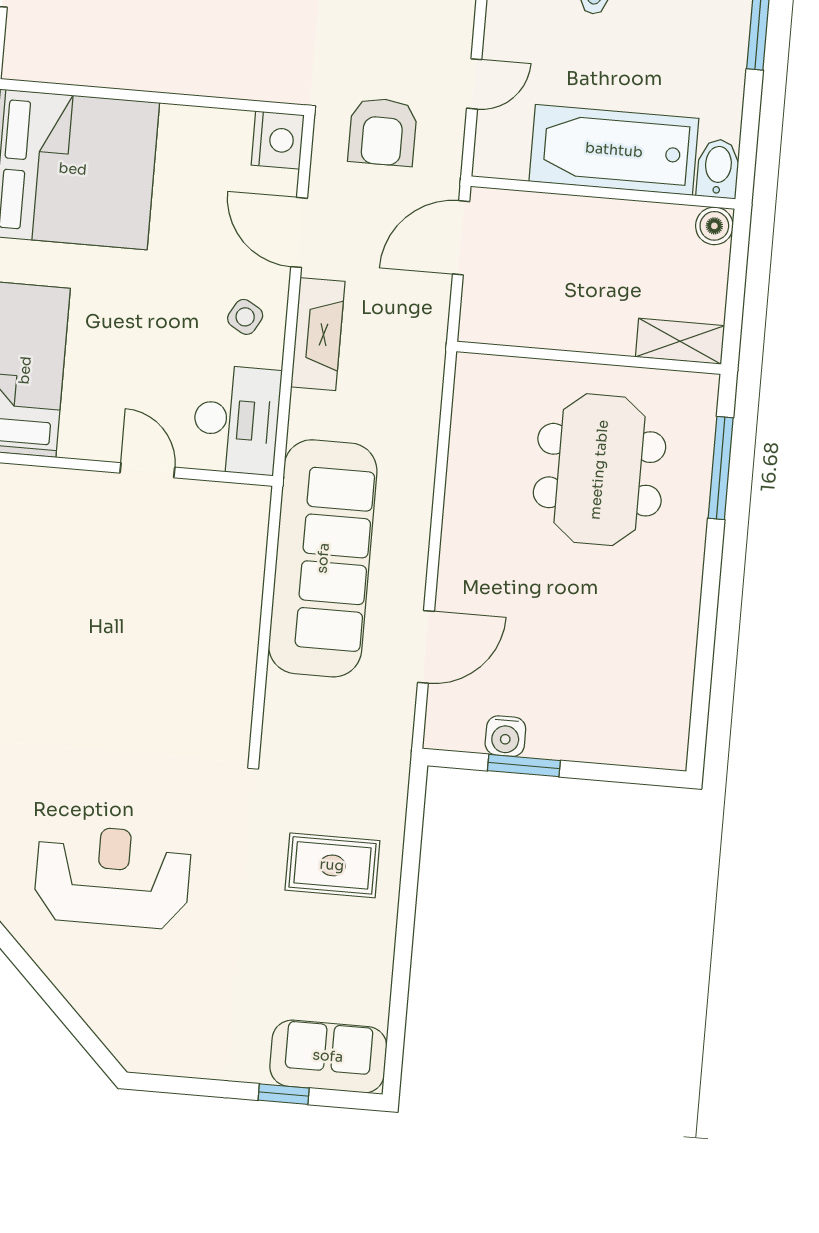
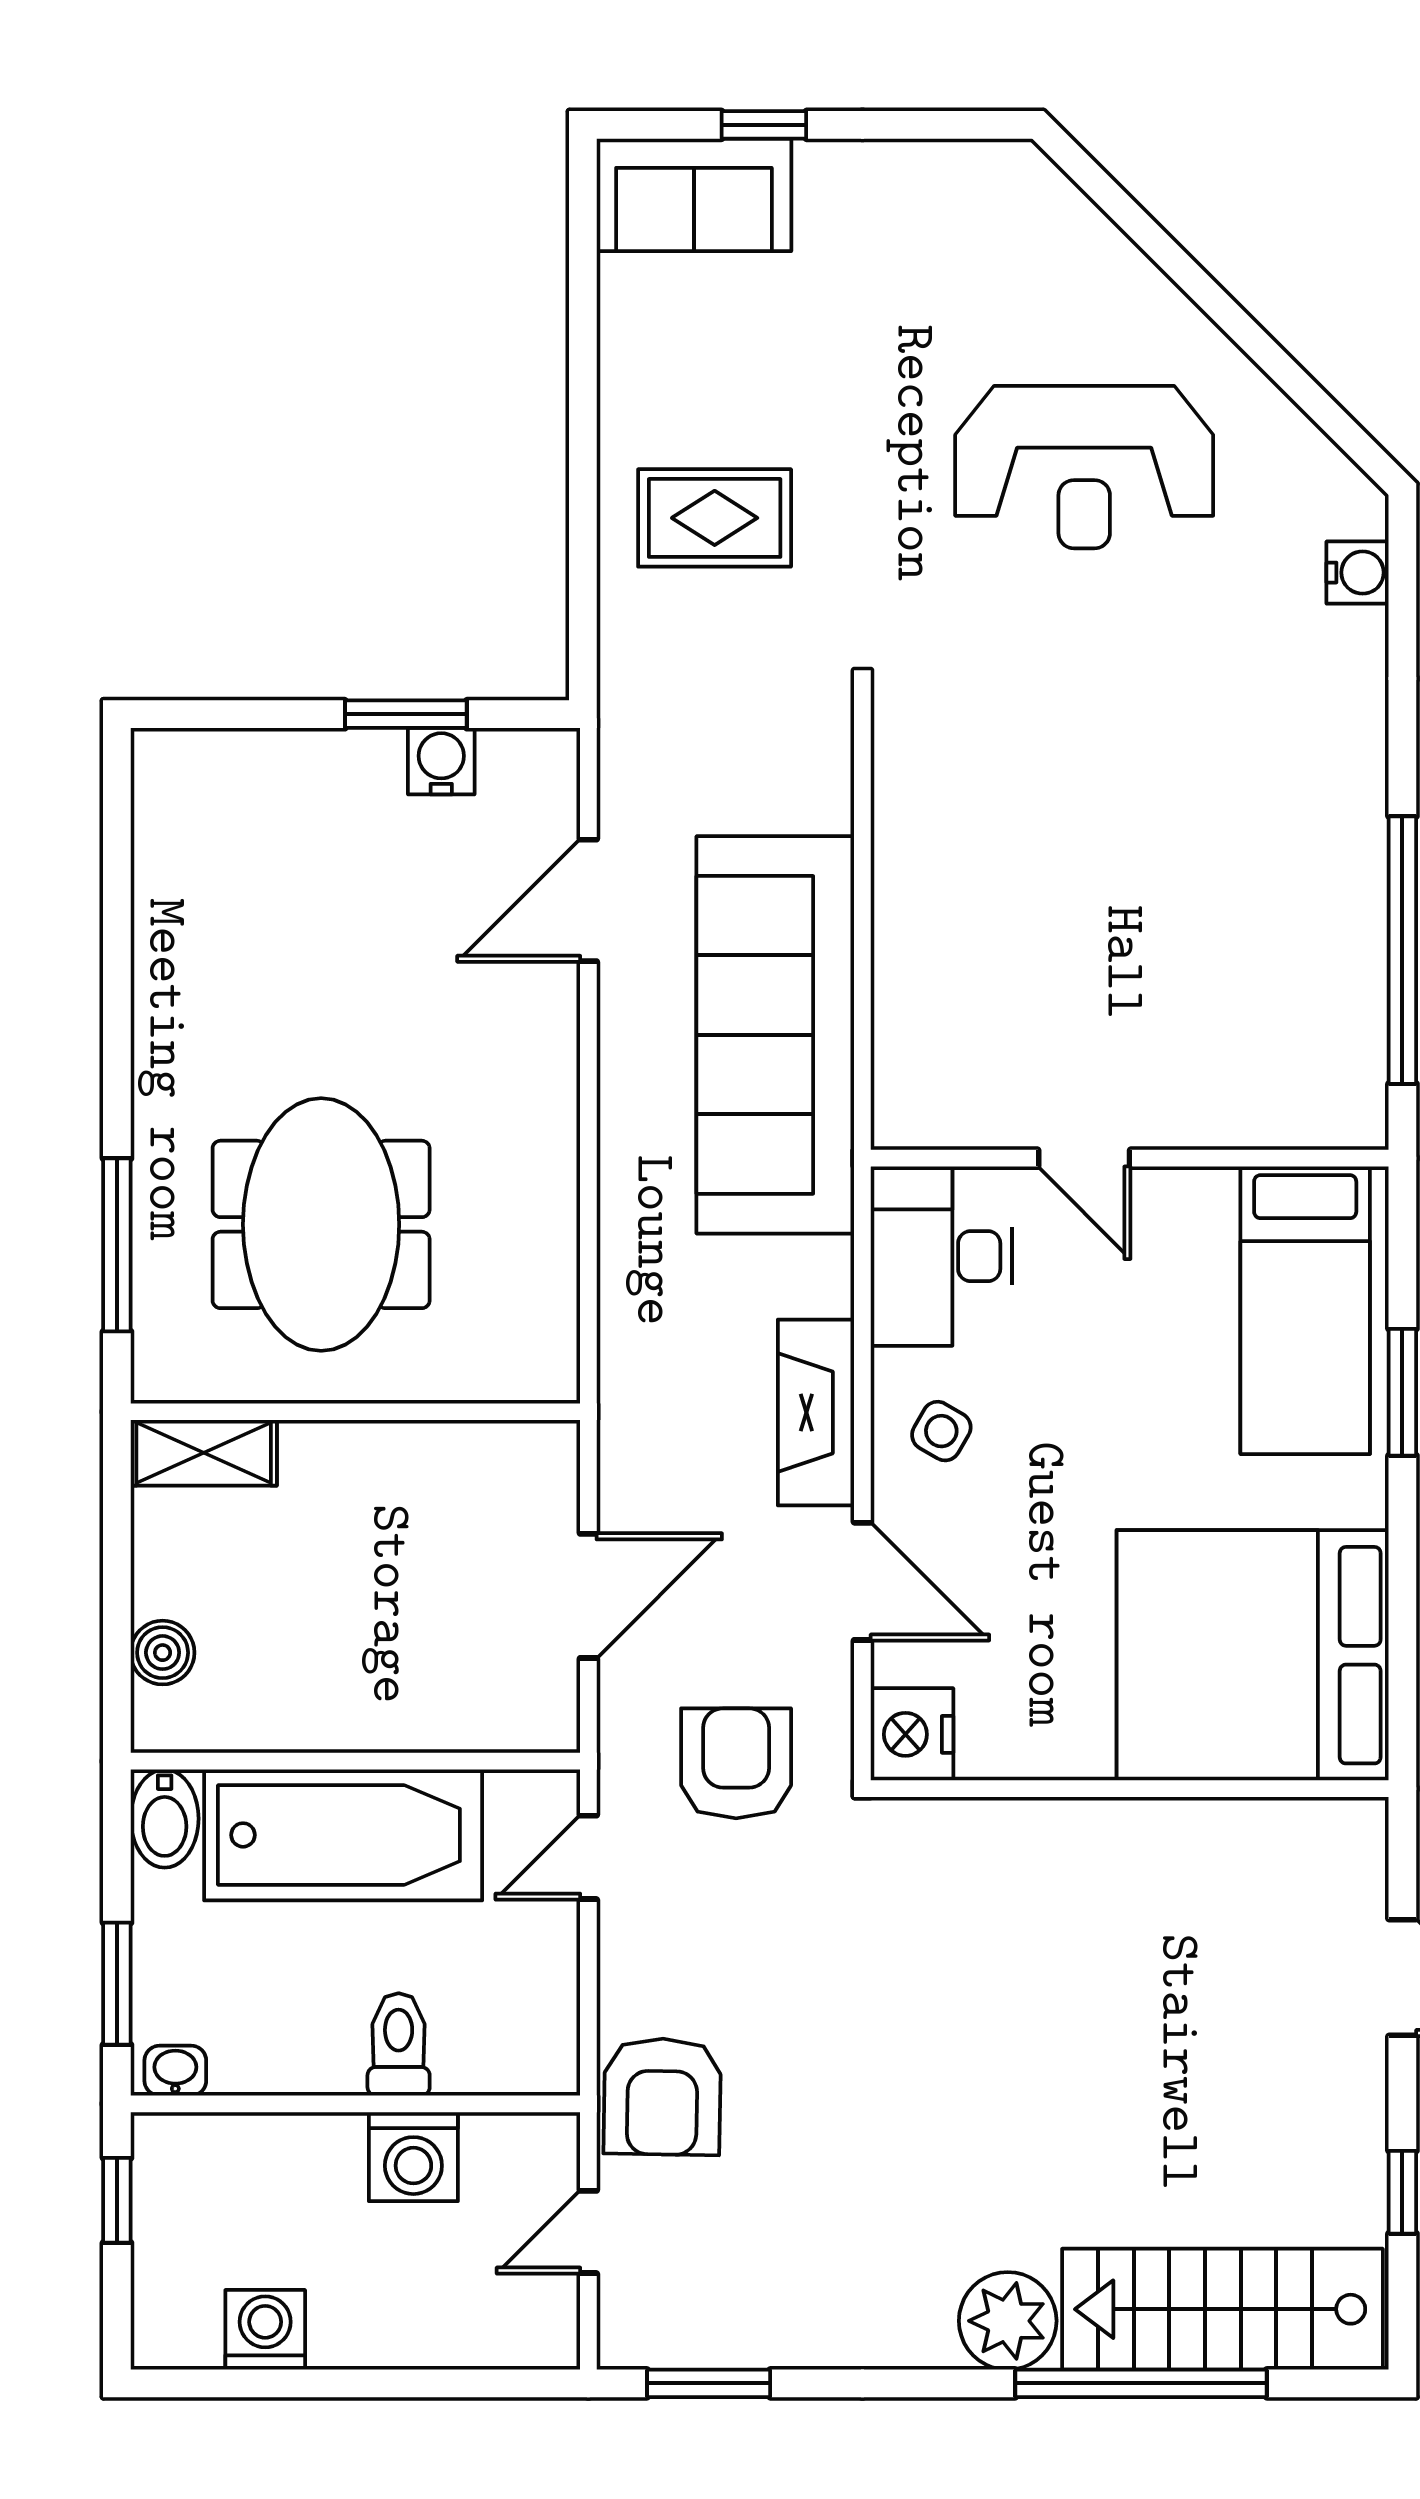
bathtub: (614, 150) -> (343, 1835), moved
bidet: (718, 168) -> (165, 1819), moved
wall: (603, 193) -> (355, 1761), moved

